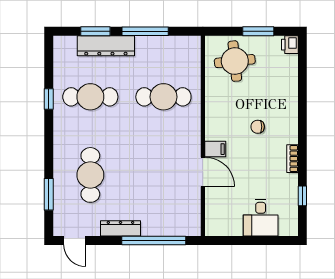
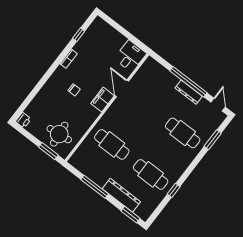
window: (95, 31) -> (131, 215), moved
window: (258, 31) -> (48, 151), moved
filing cabinet: (215, 149) -> (102, 100), width x2.00
cafe table: (90, 175) -> (183, 133), turned 90
desk: (261, 218) -> (130, 56), moved
window: (154, 241) -> (188, 82), moved

